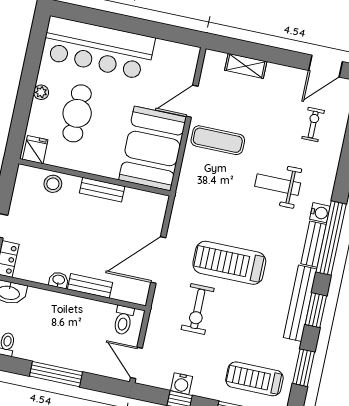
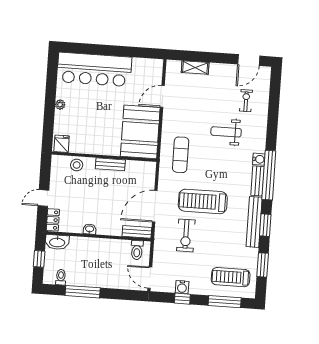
cafe table: (77, 113) -> (86, 115), removed
exercise mat: (218, 140) -> (181, 155), moved, turned 90
weight bench: (278, 185) -> (226, 132), moved
bench: (90, 286) -> (137, 232), moved
window: (56, 374) -> (83, 292), moved

